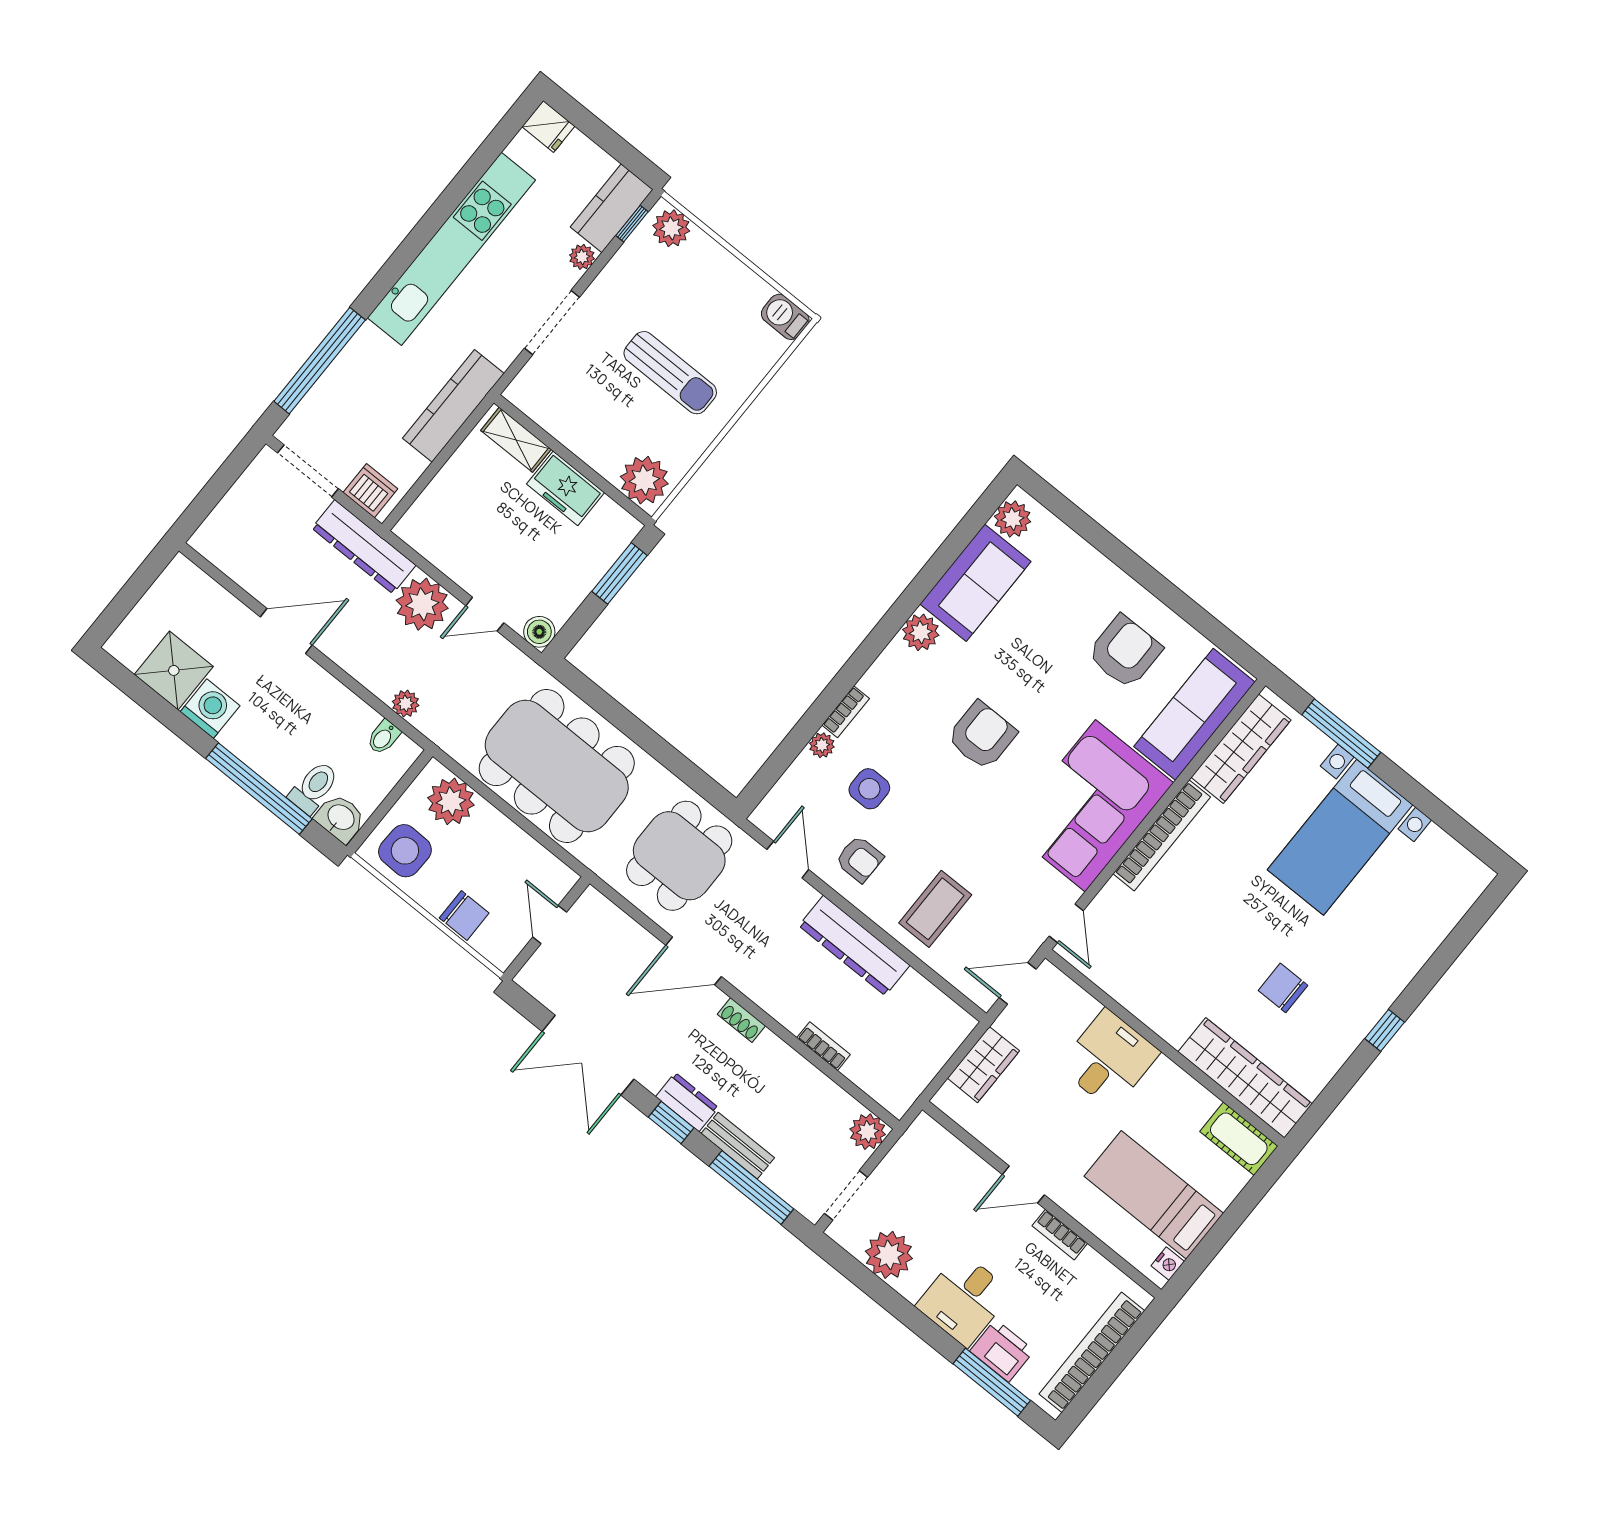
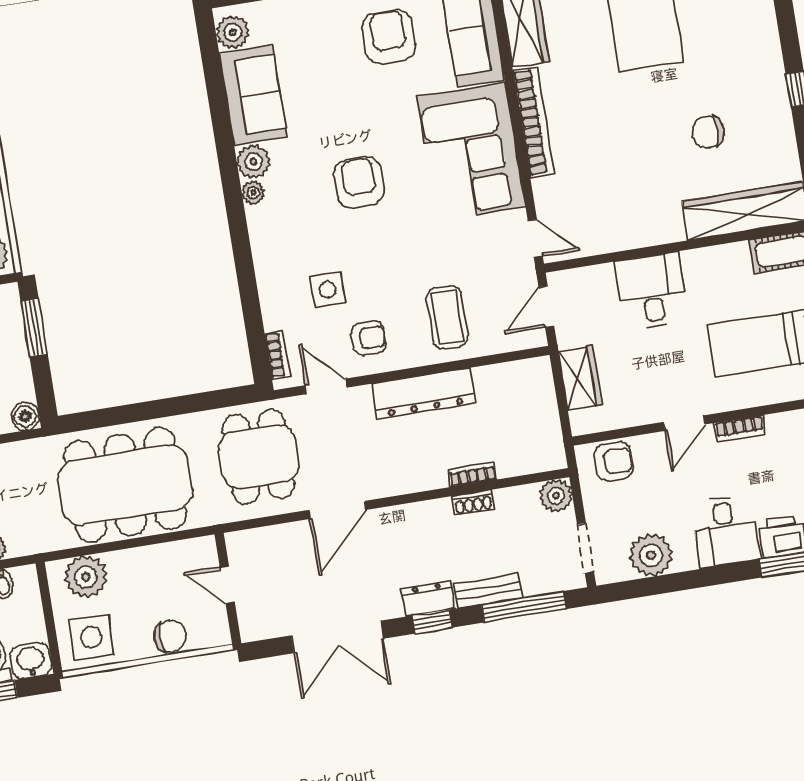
bookcase: (846, 712) -> (277, 355), moved
plant: (822, 745) -> (253, 193), moved
shoe rack: (741, 1020) -> (473, 502), moved
armchair: (939, 1154) -> (614, 461), added

